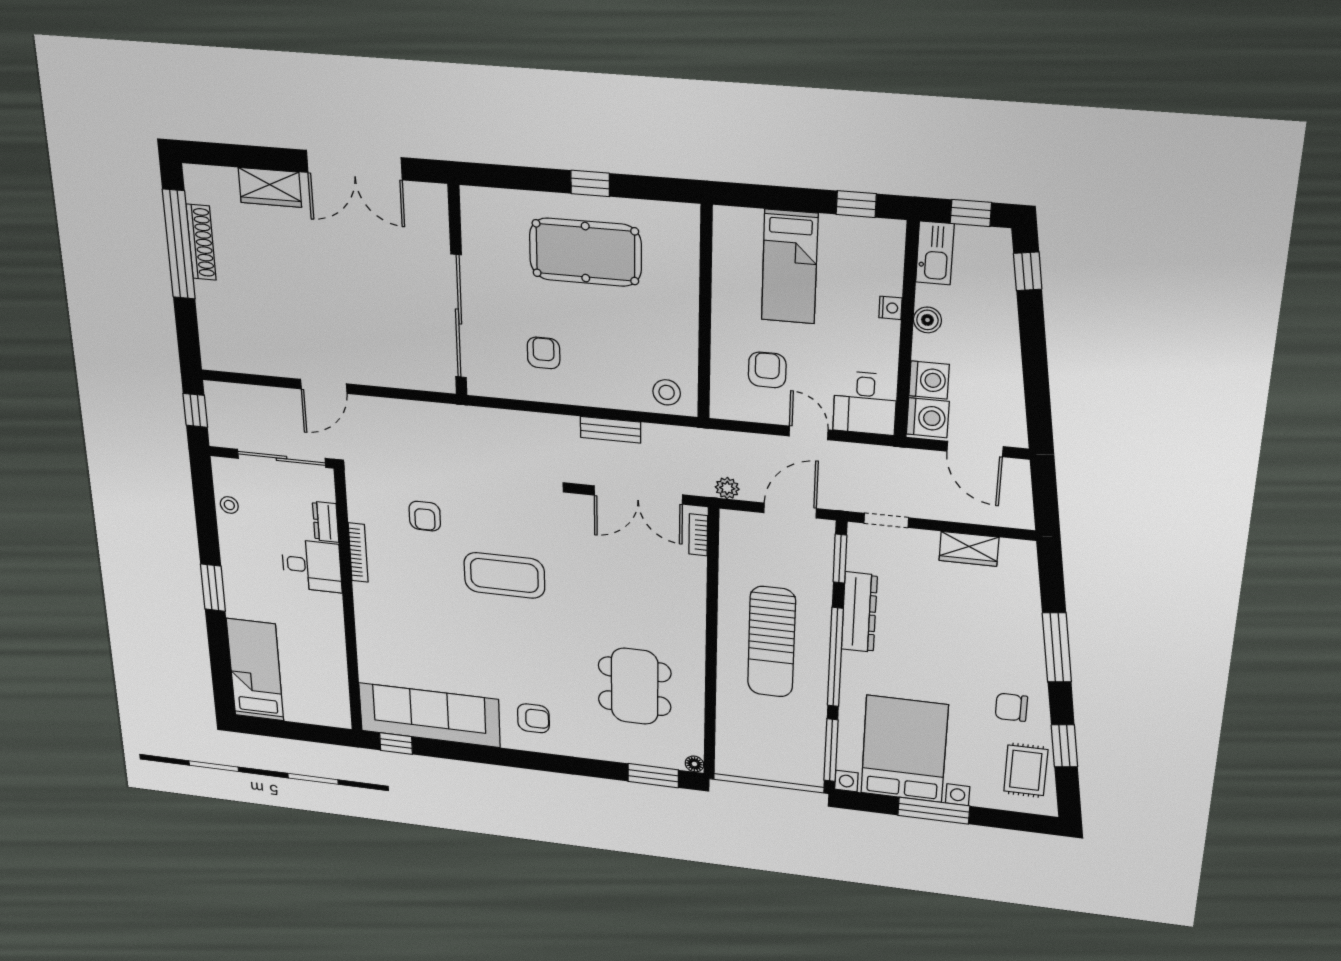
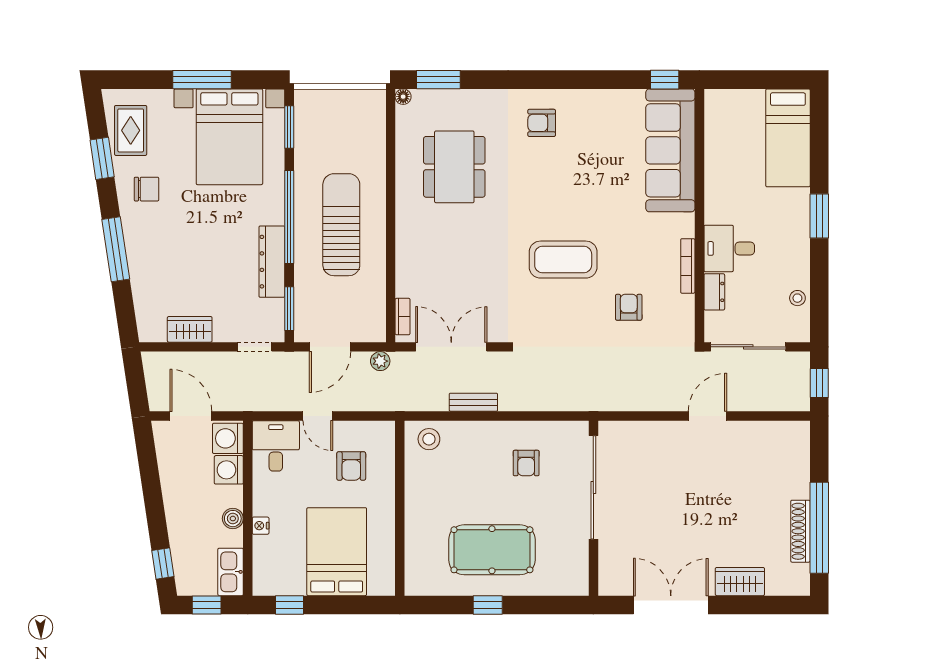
bed: (790, 267) -> (337, 552), width x1.50
sofa: (429, 715) -> (670, 150), moved, turned 90
window: (831, 750) -> (289, 127), width x0.69

